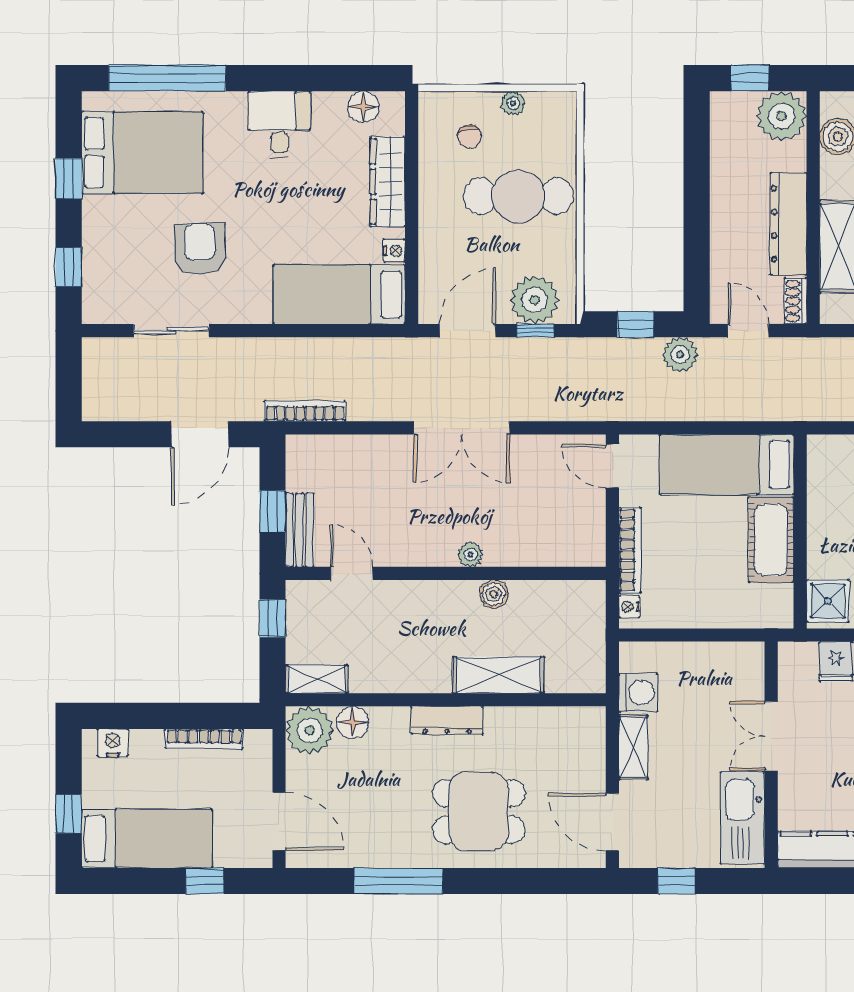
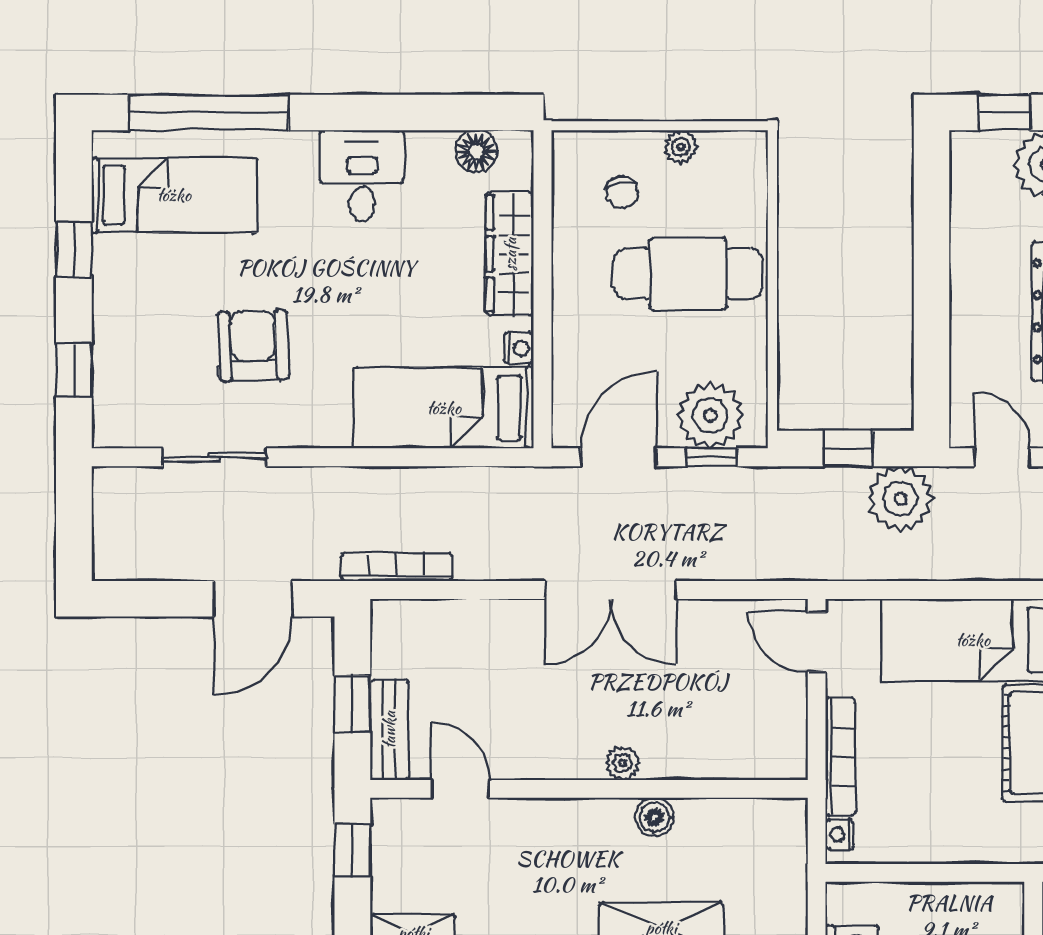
bed: (142, 153) -> (174, 195), width x0.67
plant: (680, 355) -> (900, 499), width x1.36, depth x1.36

